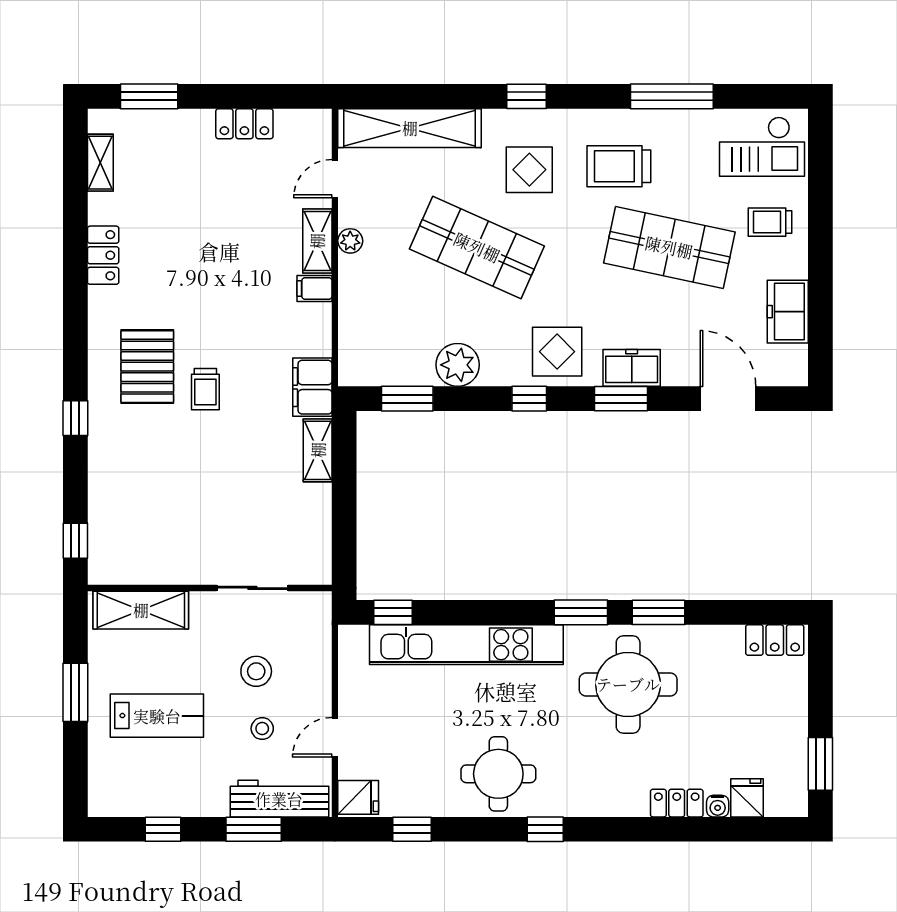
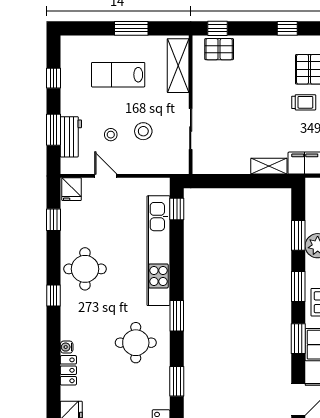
trolley: (205, 389) -> (304, 102), turned 180
window: (407, 399) -> (298, 235), moved
window: (529, 399) -> (298, 286), width x1.50
pallet: (112, 538) -> (219, 49), added
window: (658, 612) -> (177, 381), moved
round table: (628, 684) -> (136, 343), width x0.73, depth x0.73
lab bench: (157, 716) -> (118, 75), turned 90
workbench: (279, 799) -> (71, 137), width x0.73
water cooler: (718, 806) -> (67, 347), moved

